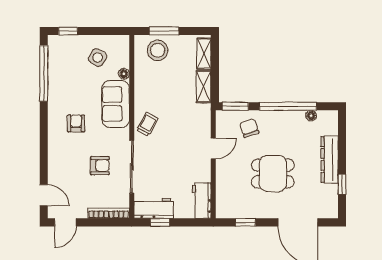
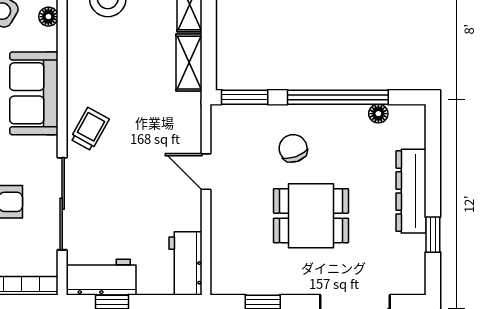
floor lamp: (124, 74) -> (48, 17), moved
chair: (249, 128) -> (293, 148), moved
door: (213, 149) -> (206, 172), swing flipped

